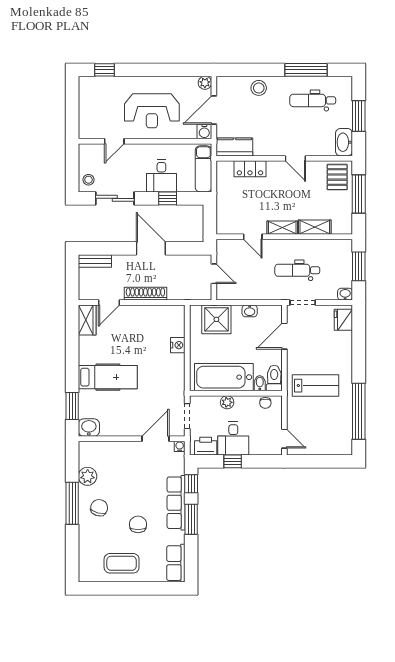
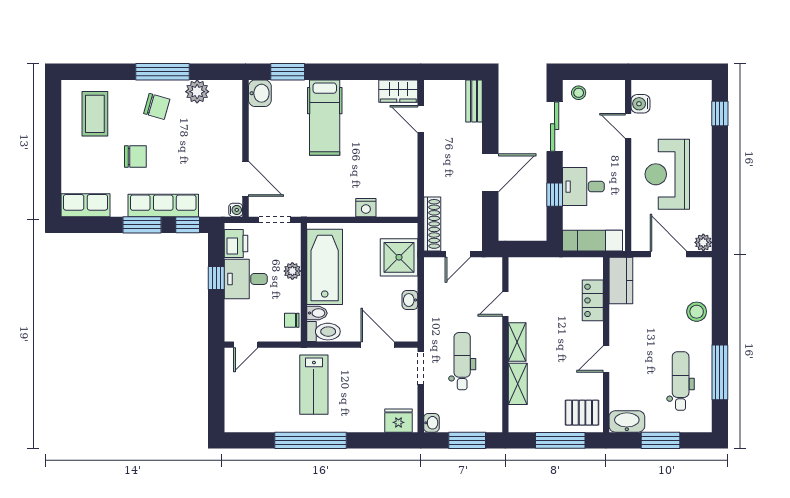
water cooler: (204, 132) -> (640, 104), moved
shoe rack: (145, 294) -> (432, 224), moved
window: (359, 411) -> (310, 440), moved
coffee table: (122, 563) -> (95, 114), moved

